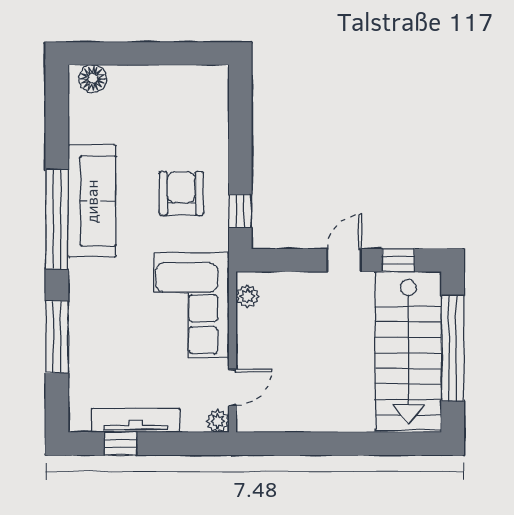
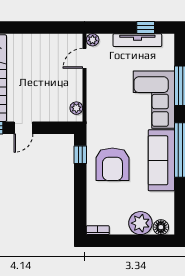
bookcase: (208, 73) -> (98, 230), added
plant: (130, 86) -> (140, 223), added
armchair: (181, 193) -> (112, 164), width x1.36, depth x1.36
corner sofa: (192, 305) -> (154, 100), moved, turned 180

